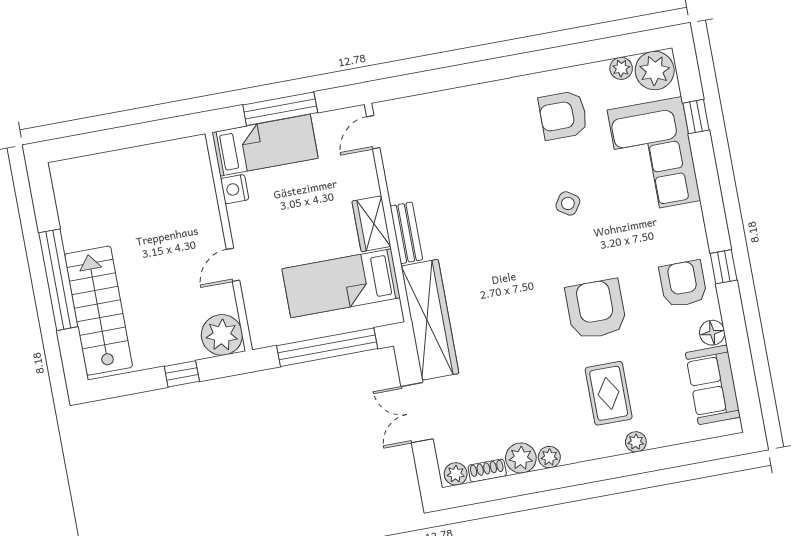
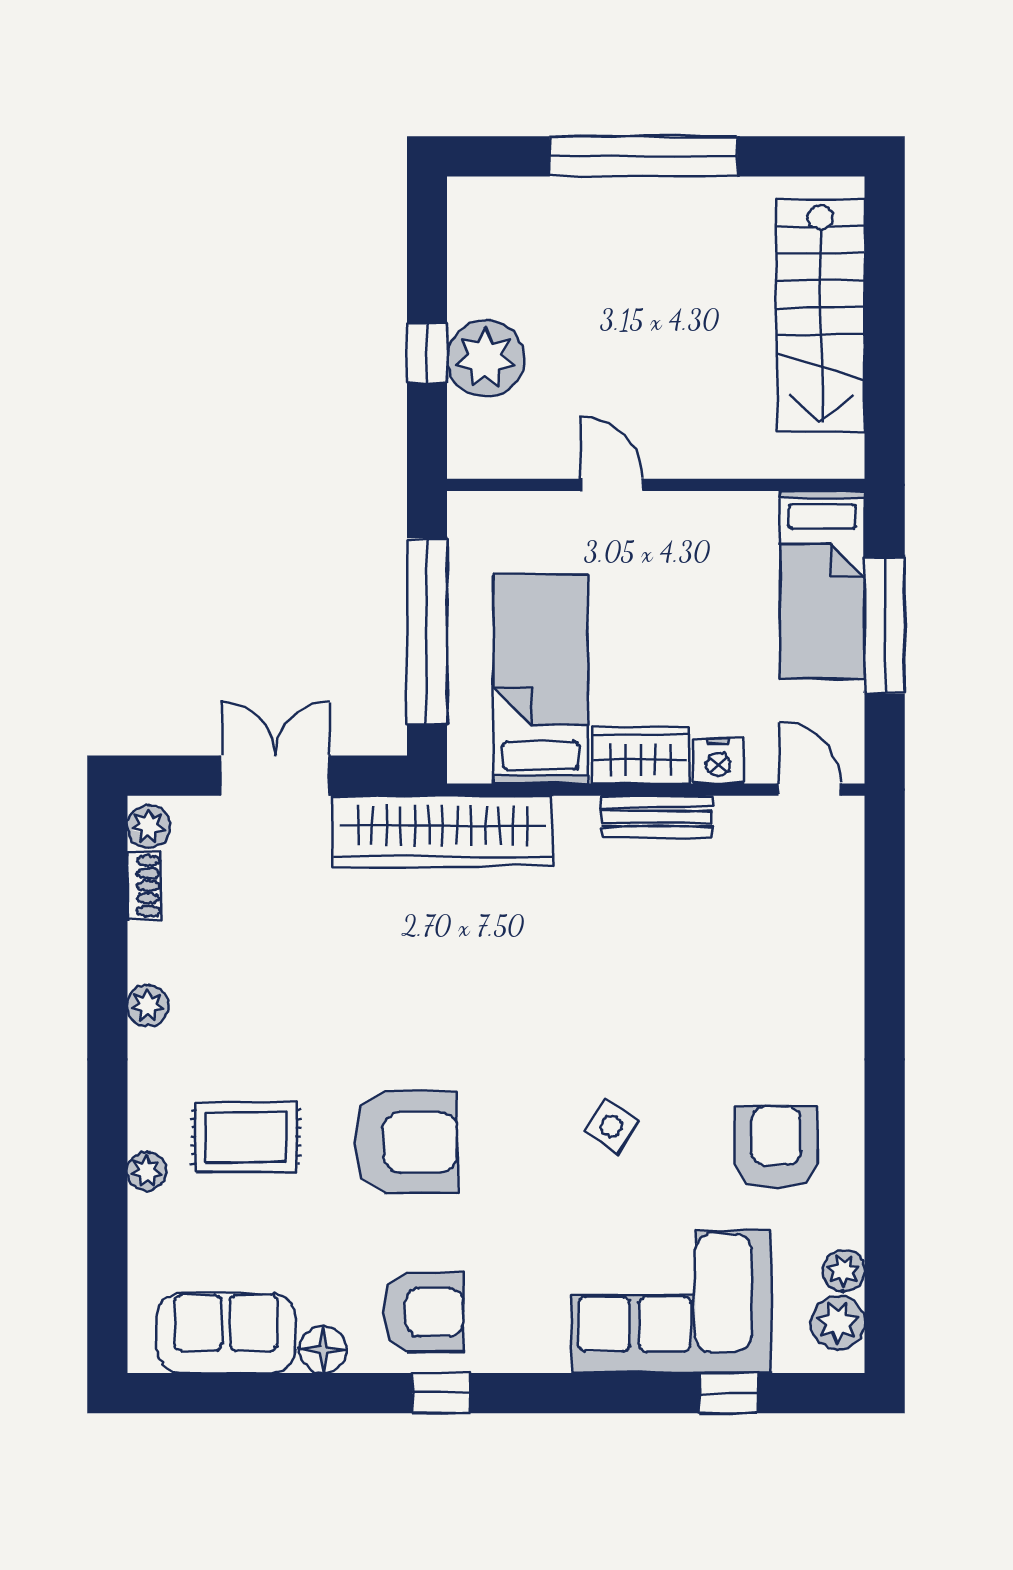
plant: (655, 71) -> (838, 1322), width x0.73, depth x0.73
nightstand: (235, 189) -> (718, 761), moved, turned 180
bench: (406, 233) -> (657, 817), moved
stairs: (99, 311) -> (821, 315), moved, turned 90
plant: (222, 335) -> (486, 358), moved
plant: (521, 458) -> (156, 953), removed

